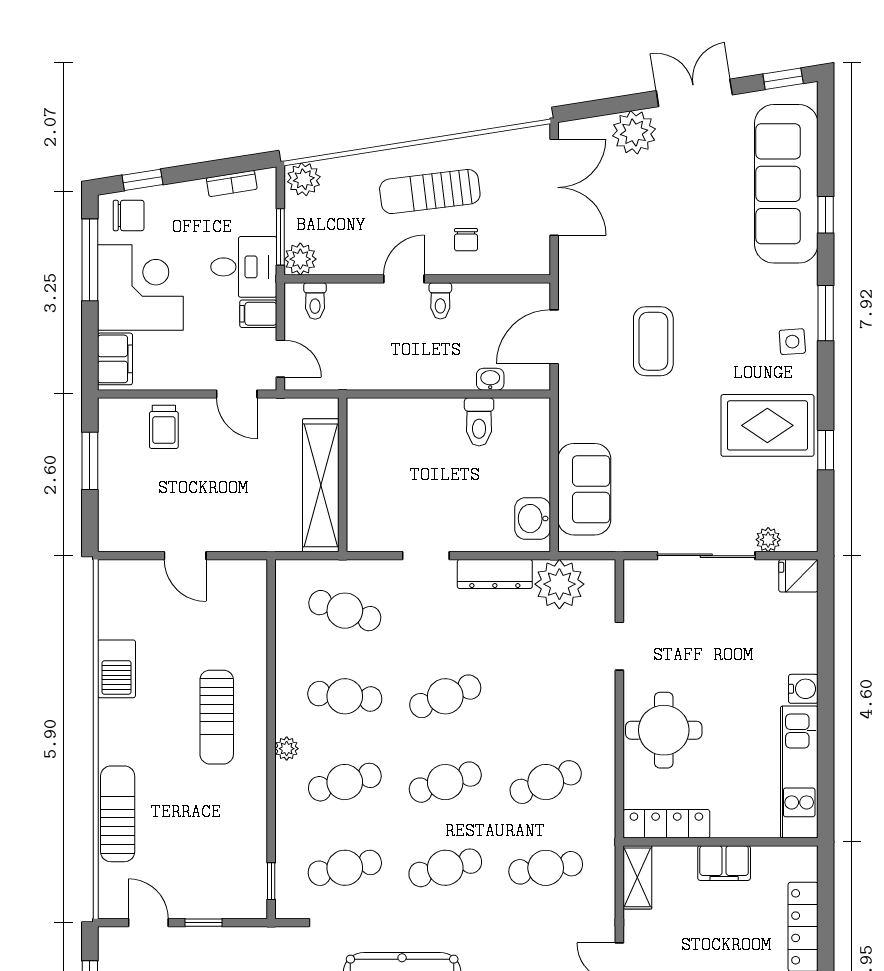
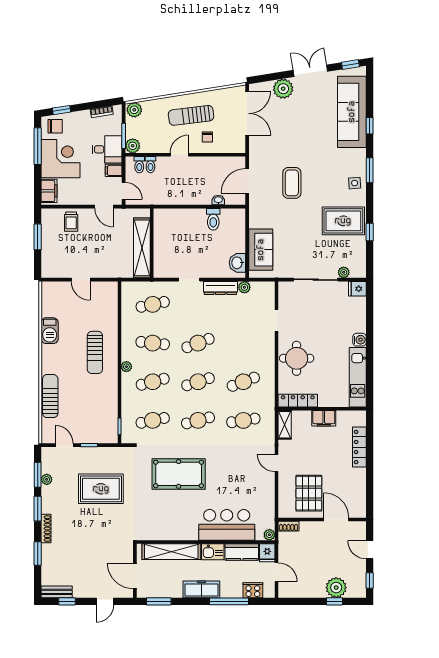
toilet: (440, 301) -> (150, 165), moved
plant: (559, 584) -> (244, 287), width x0.53, depth x0.53
cafe table: (345, 611) -> (153, 304), turned -30

